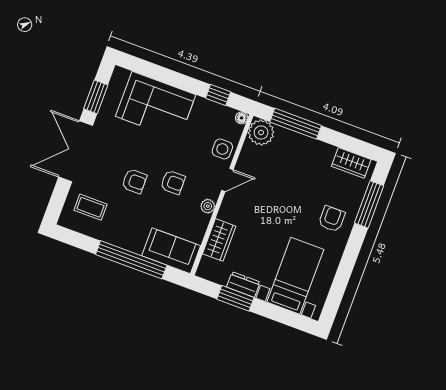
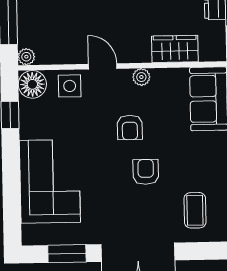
floor lamp: (242, 118) -> (32, 84), width x1.89, depth x1.89
plant: (261, 132) -> (26, 57), width x0.53, depth x0.53
armchair: (173, 182) -> (130, 127), turned 180

